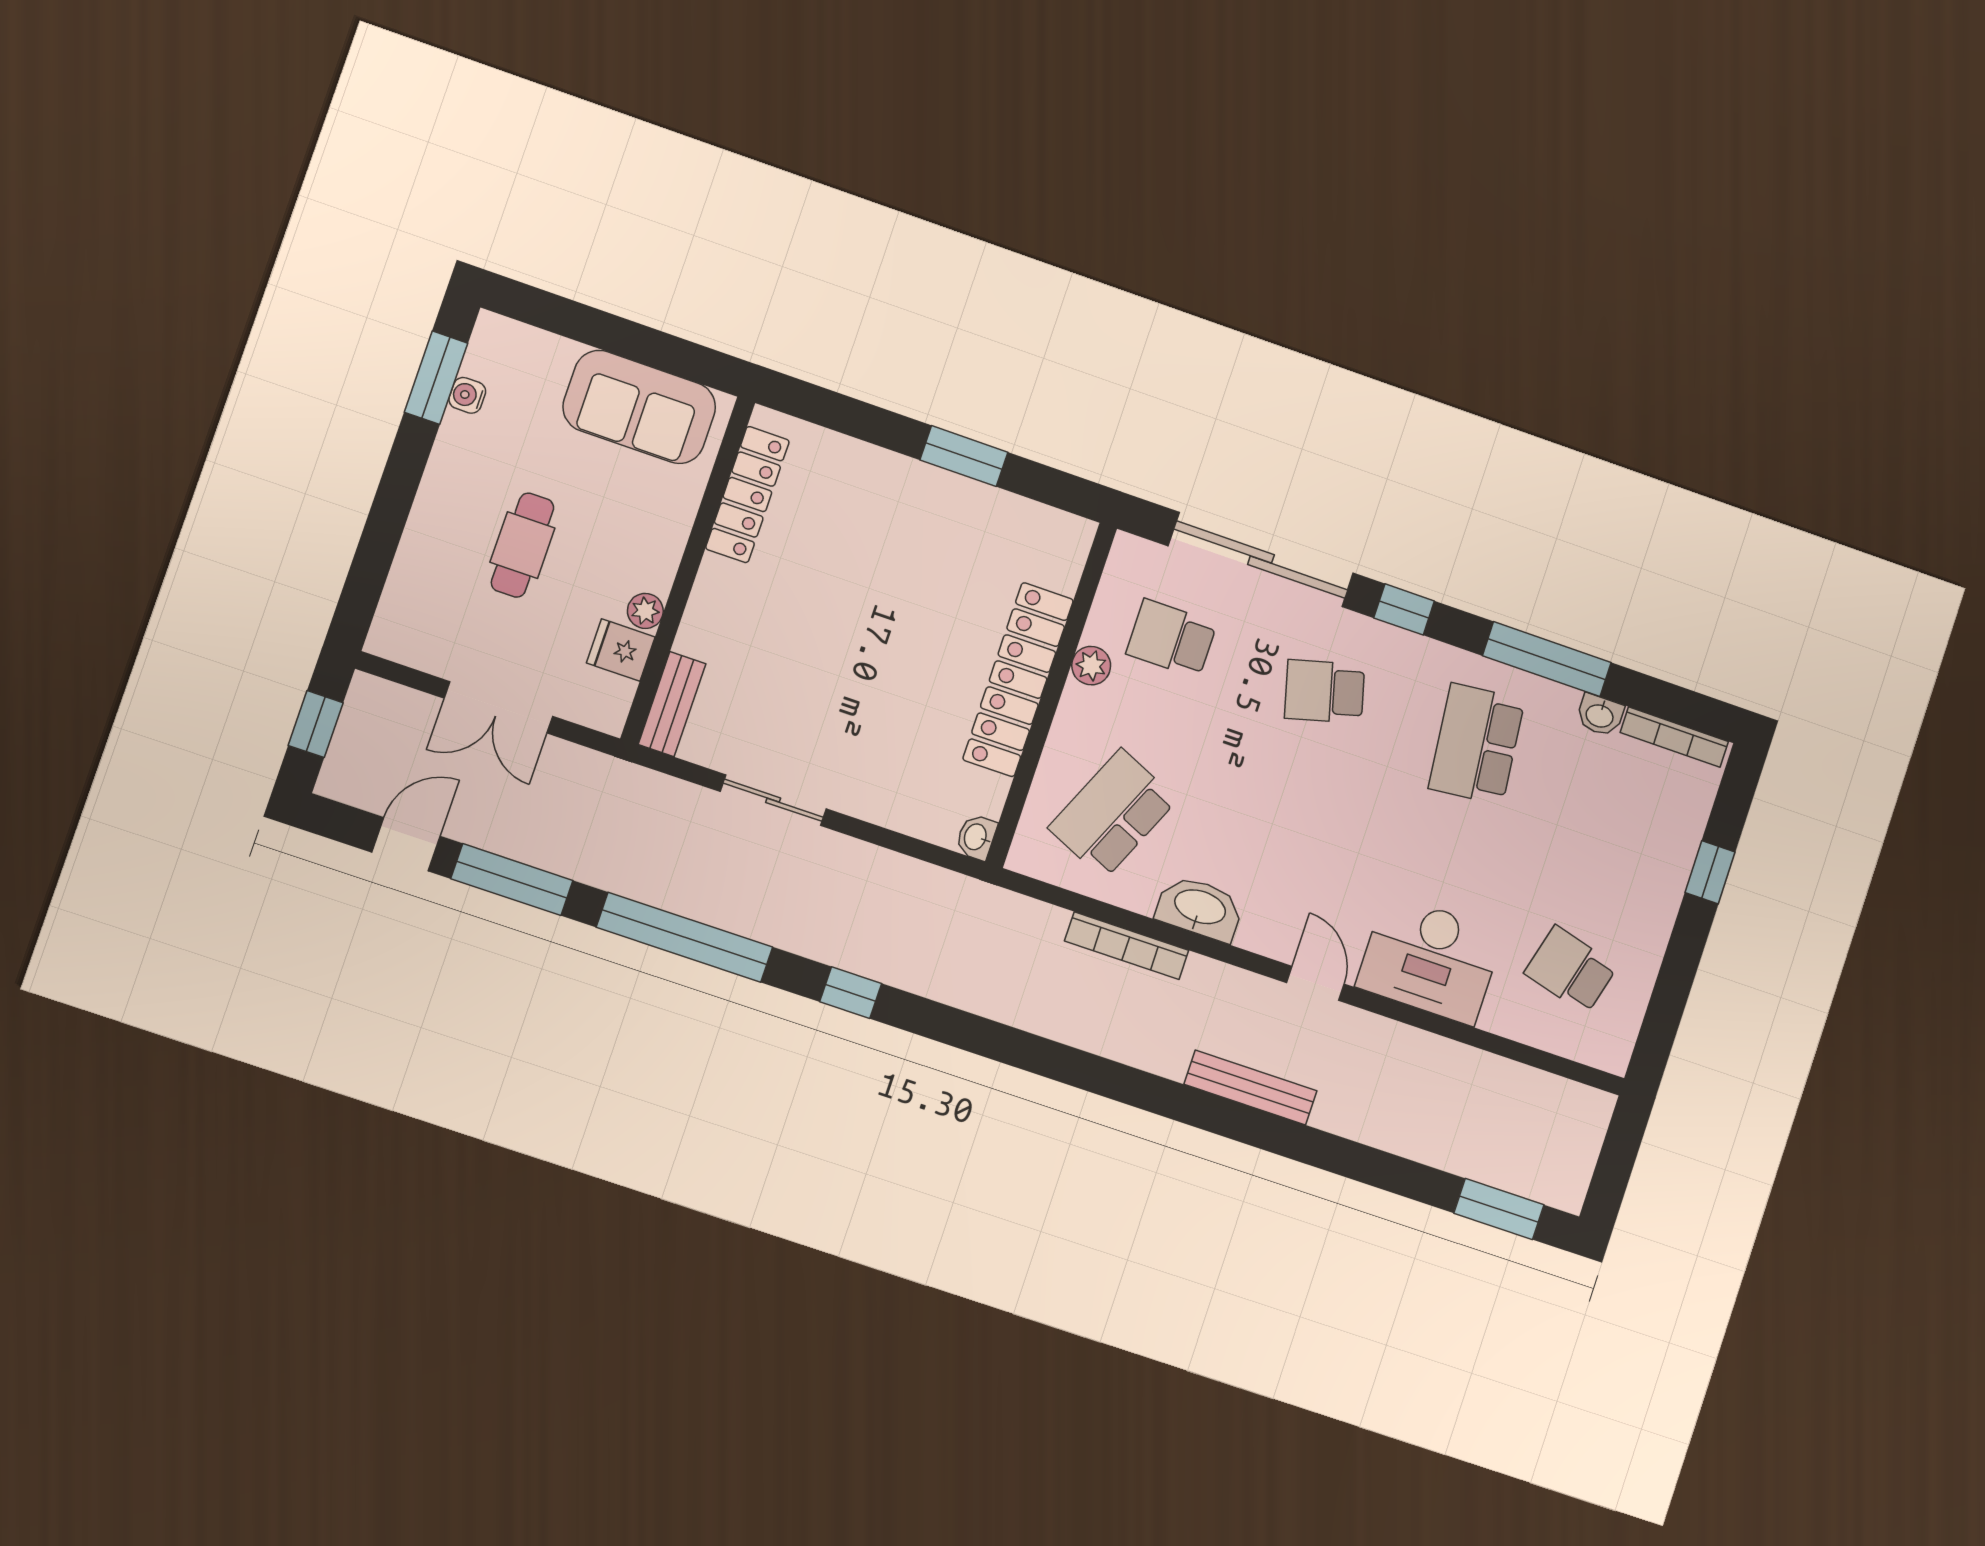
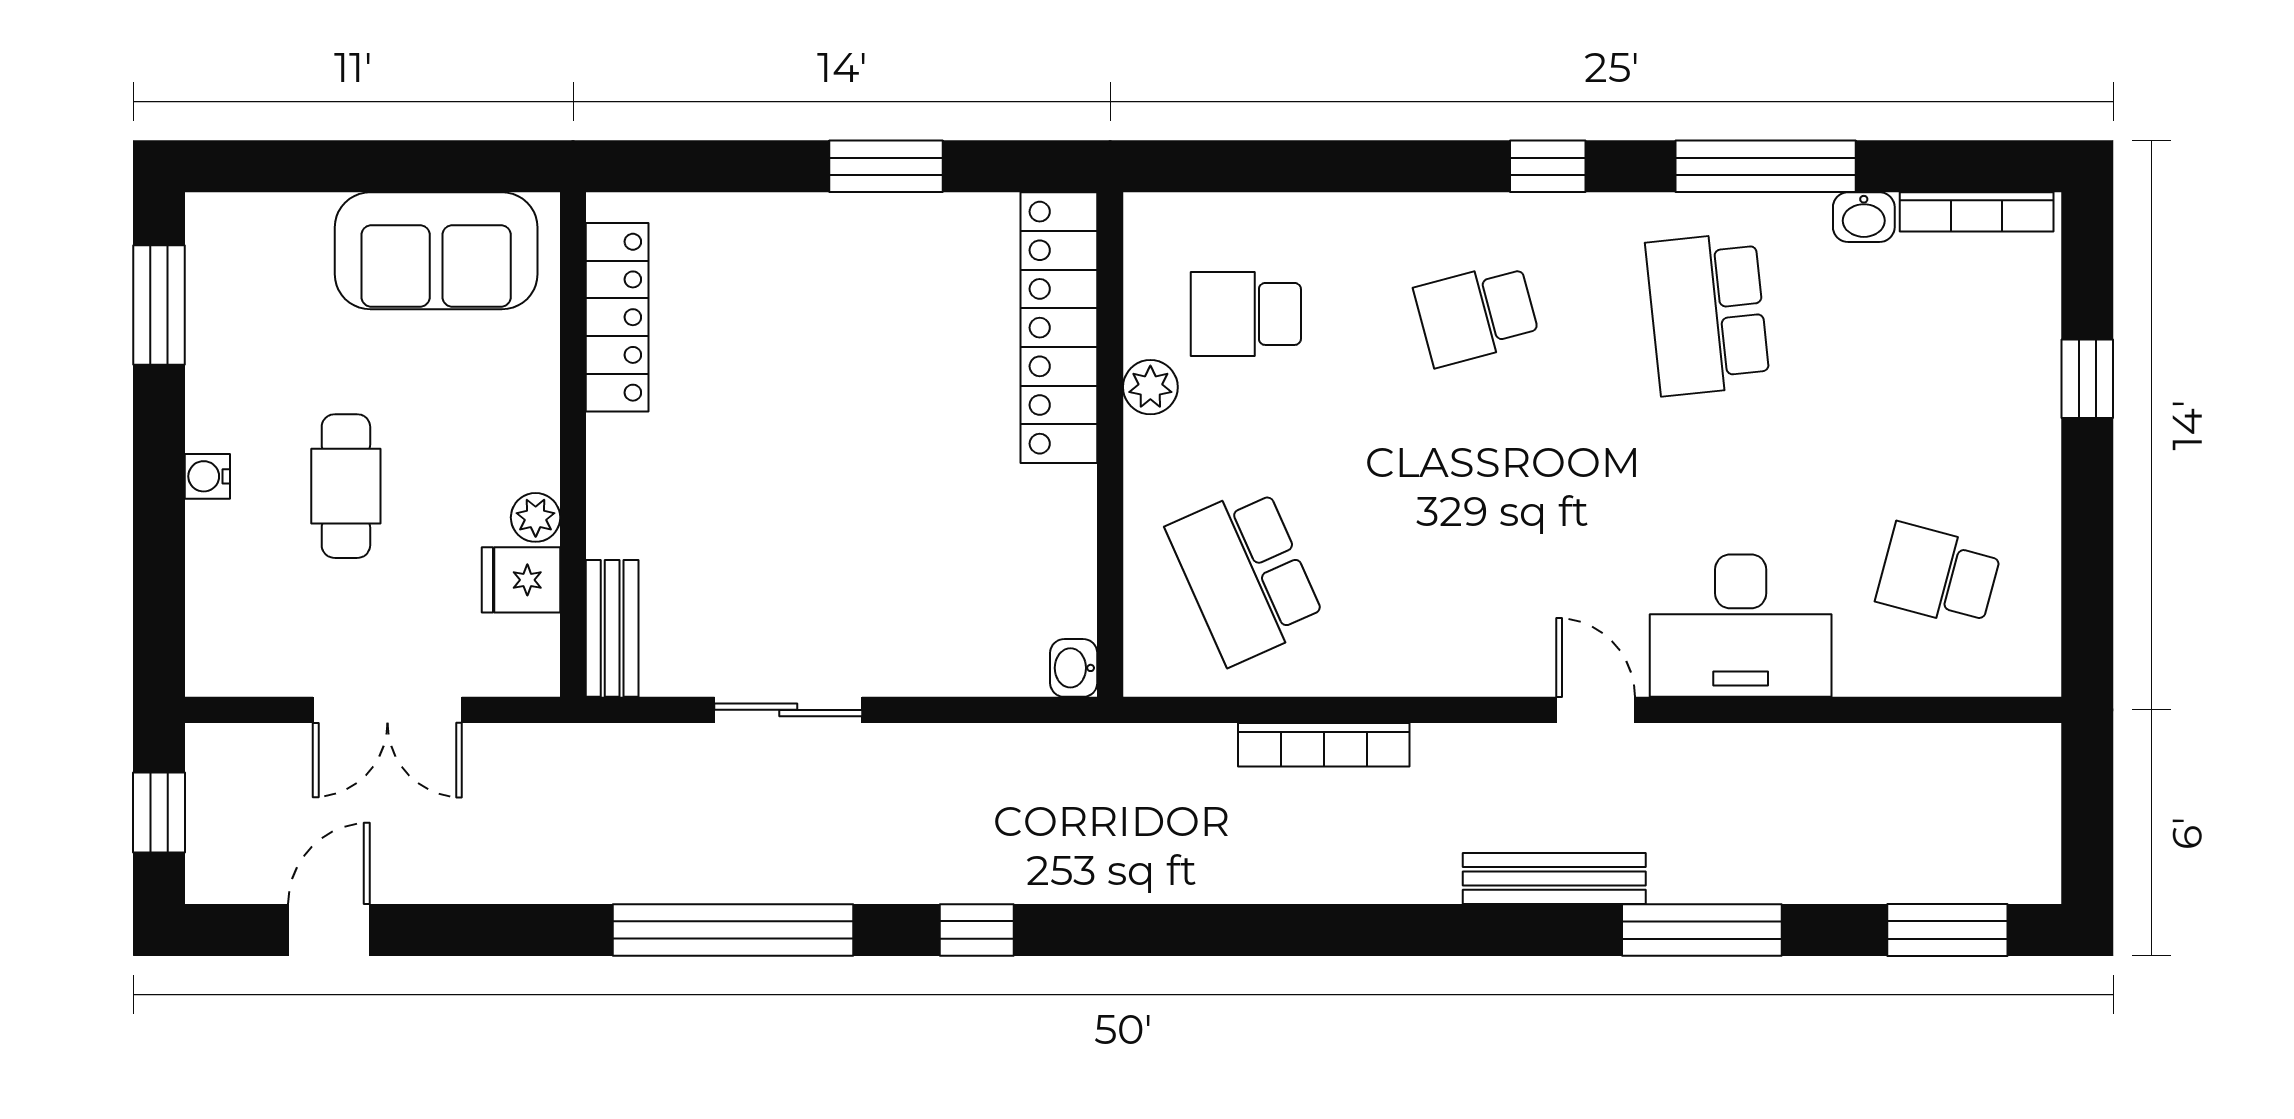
water cooler: (467, 395) -> (207, 476), moved
sliding door: (1261, 560) -> (1331, 166), removed
locker: (1018, 680) -> (1059, 328), moved
school desk: (1113, 814) -> (1246, 575), turned -48
window: (512, 880) -> (1702, 930), moved
washbasin: (1200, 908) -> (1405, 662), removed

